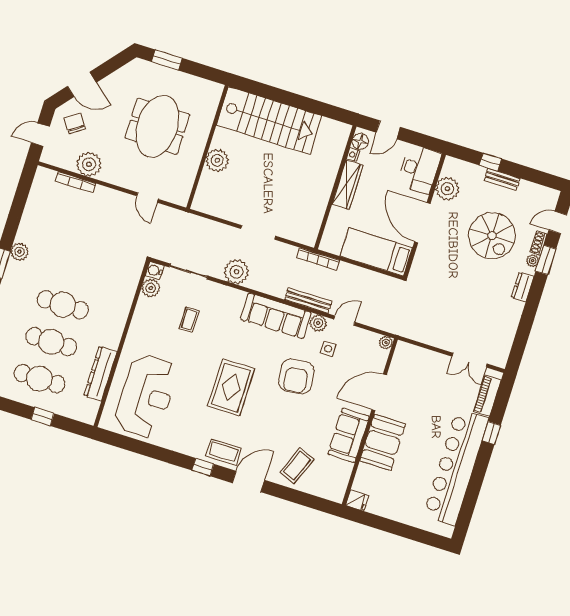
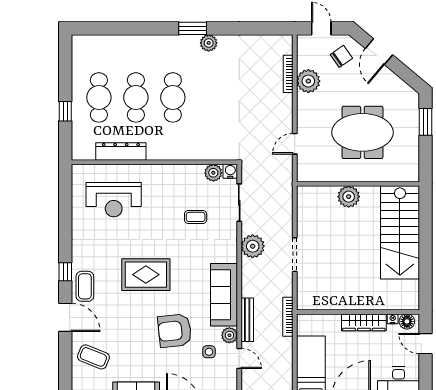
reception desk: (146, 396) -> (114, 200), width x0.74, depth x0.77

